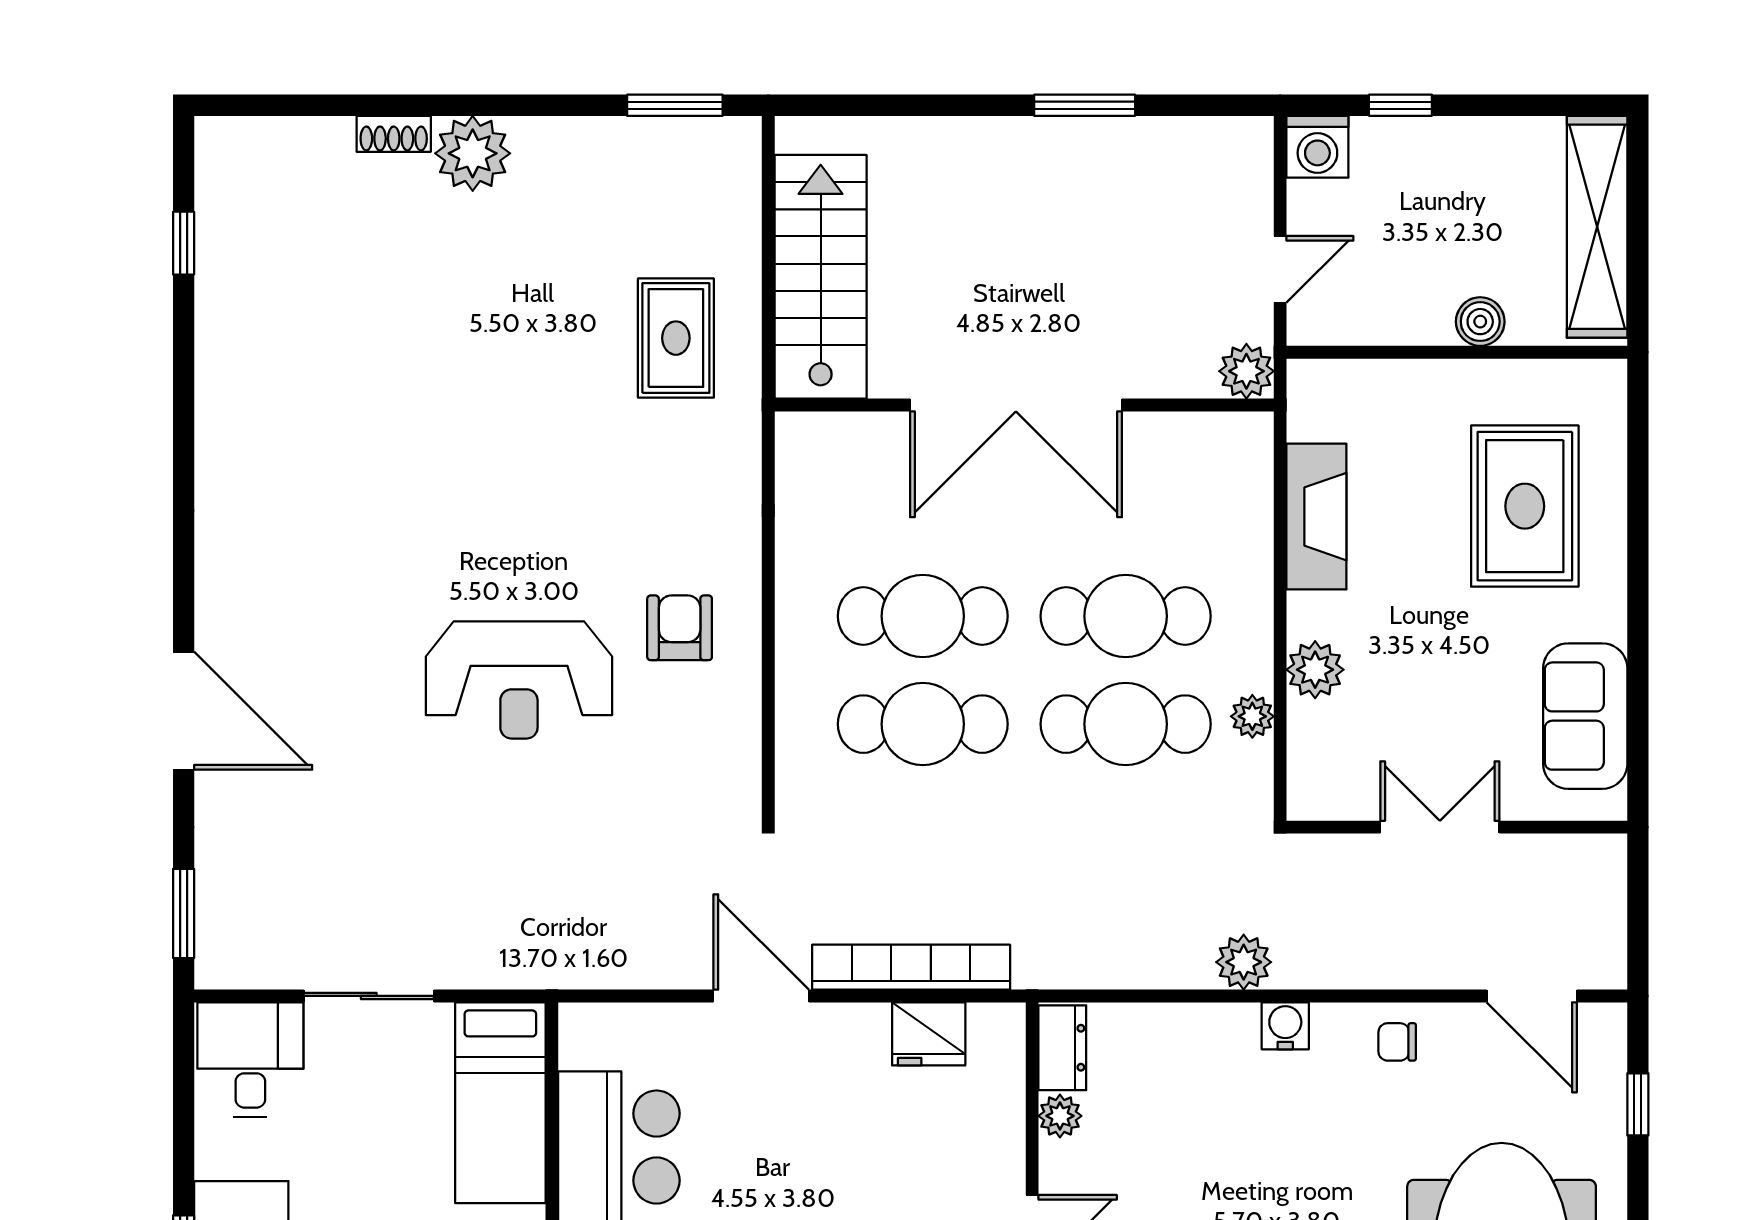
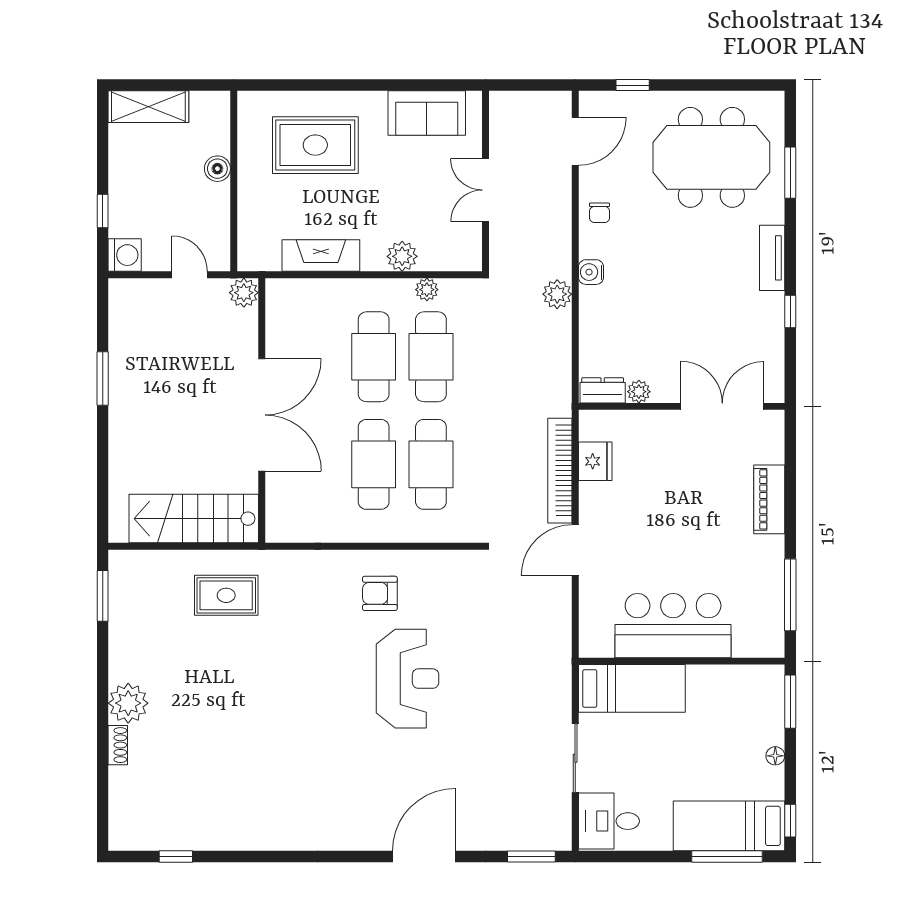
shelving: (1597, 227) -> (148, 107), width x0.68

